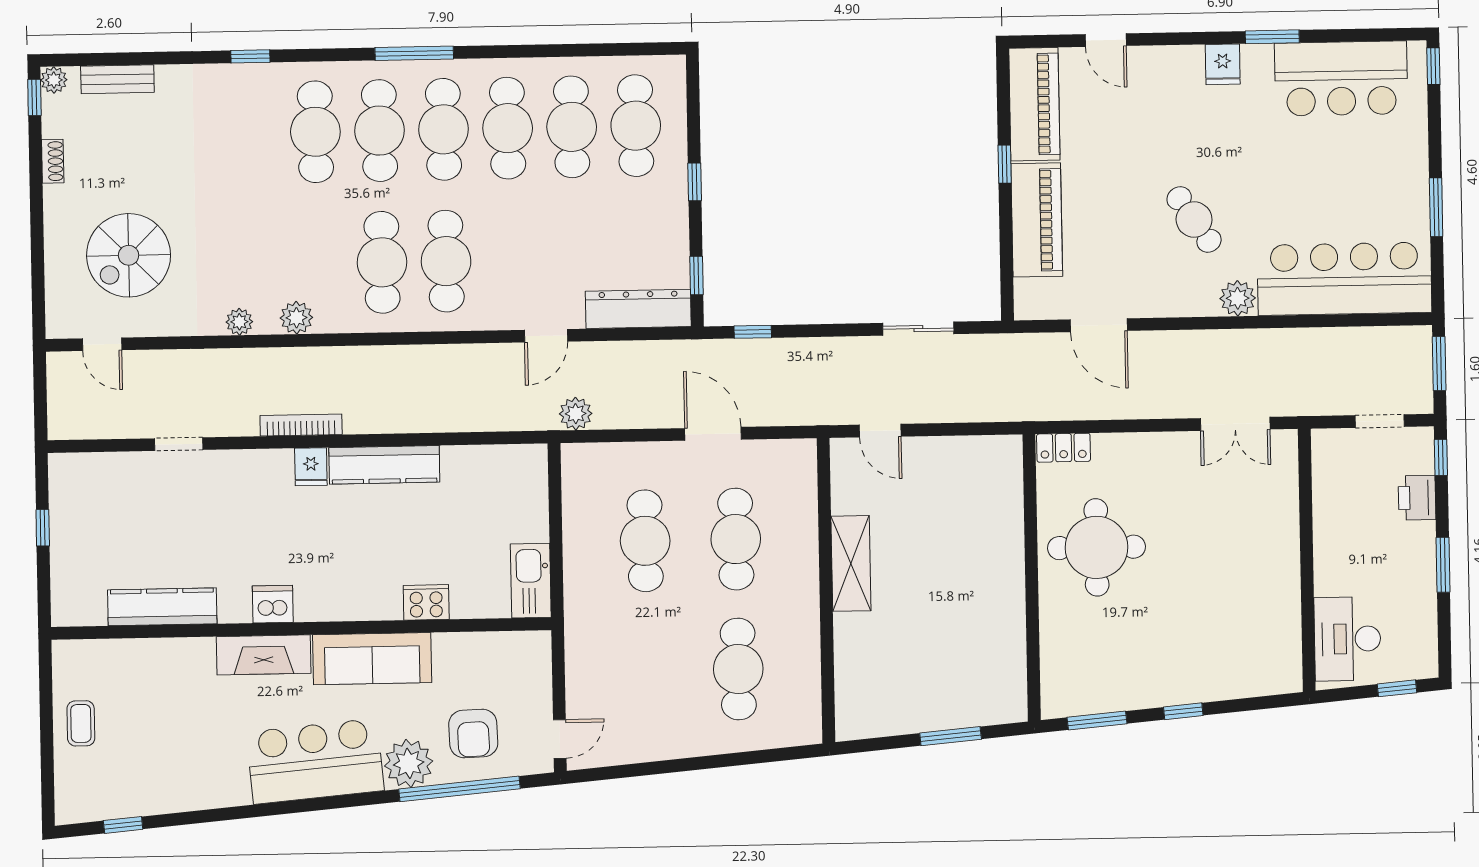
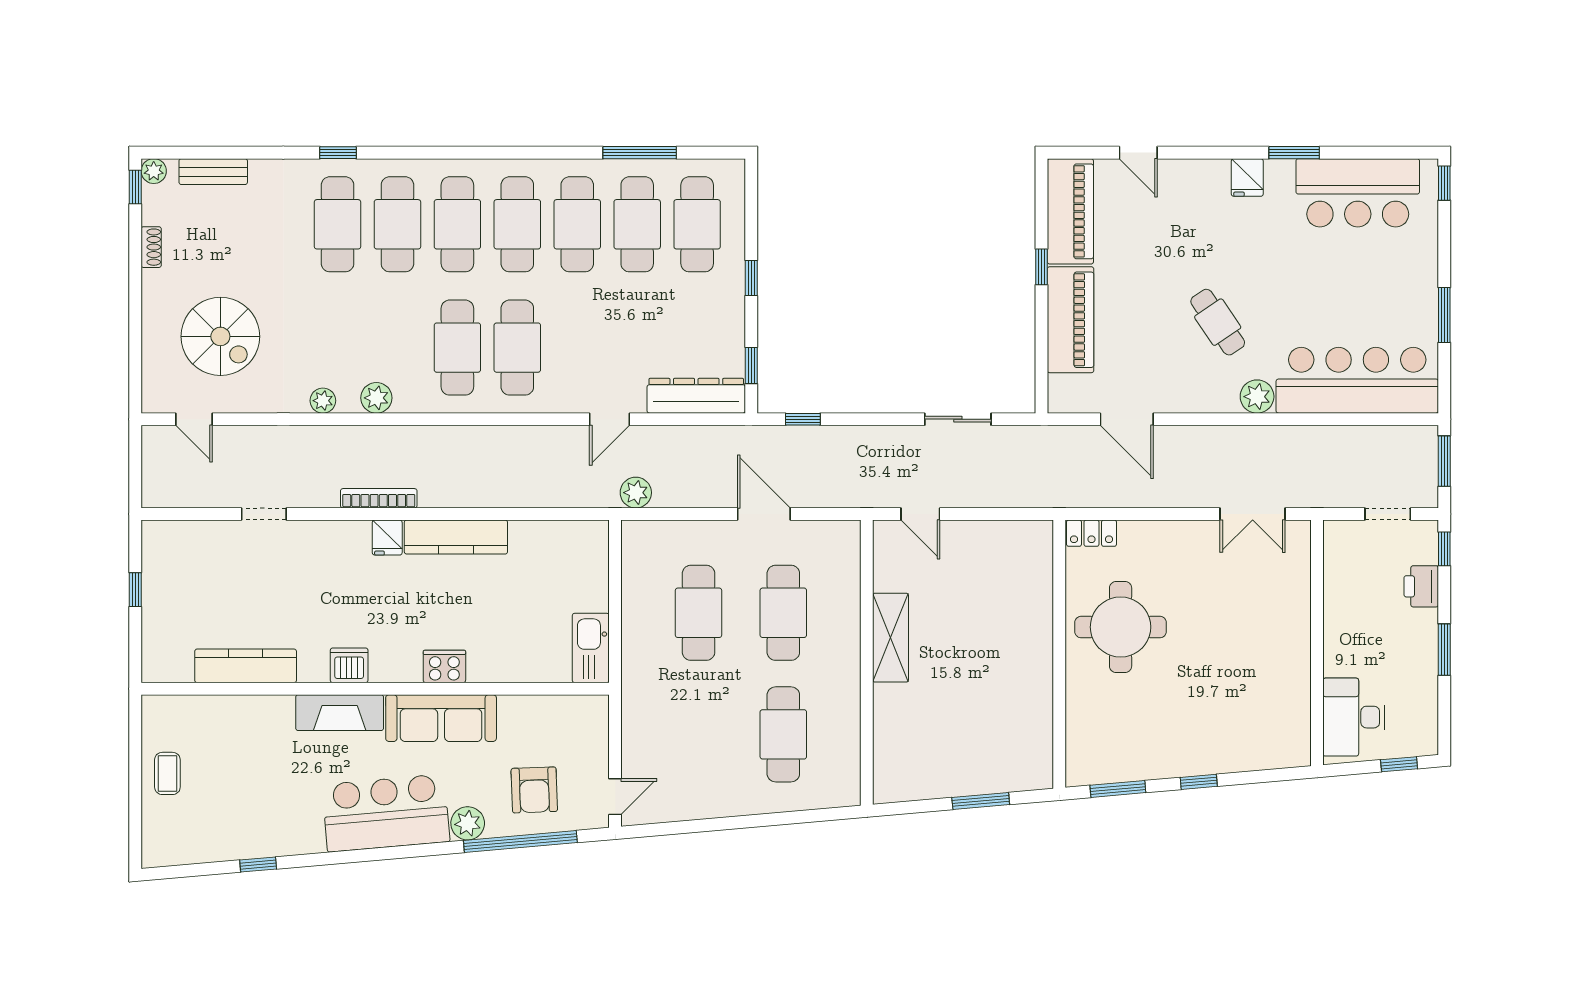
window: (414, 53) -> (640, 153), moved
cafe table: (251, 133) -> (338, 224), added
spiral stairs: (129, 255) -> (220, 336), turned -90
cooker: (426, 602) -> (444, 666), moved
plant: (409, 763) -> (468, 823), width x0.73, depth x0.73
window: (123, 825) -> (258, 864), moved

